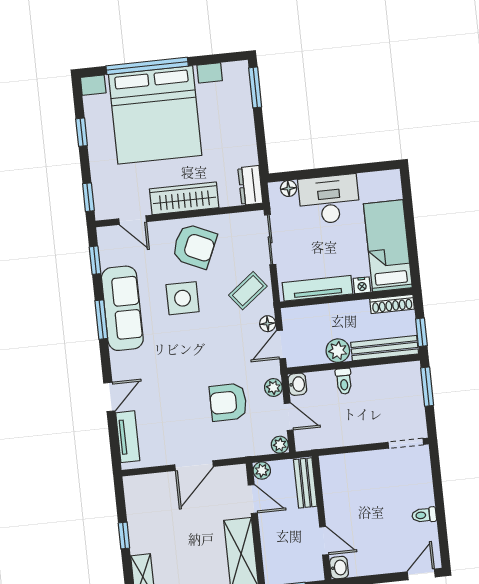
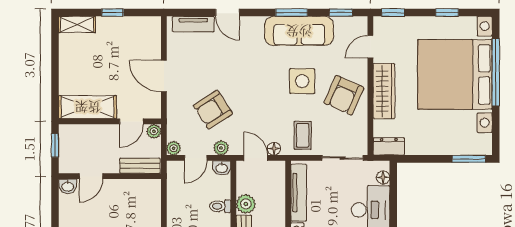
coffee table: (248, 291) -> (303, 135), turned 38
armchair: (228, 402) -> (213, 110), turned -123

